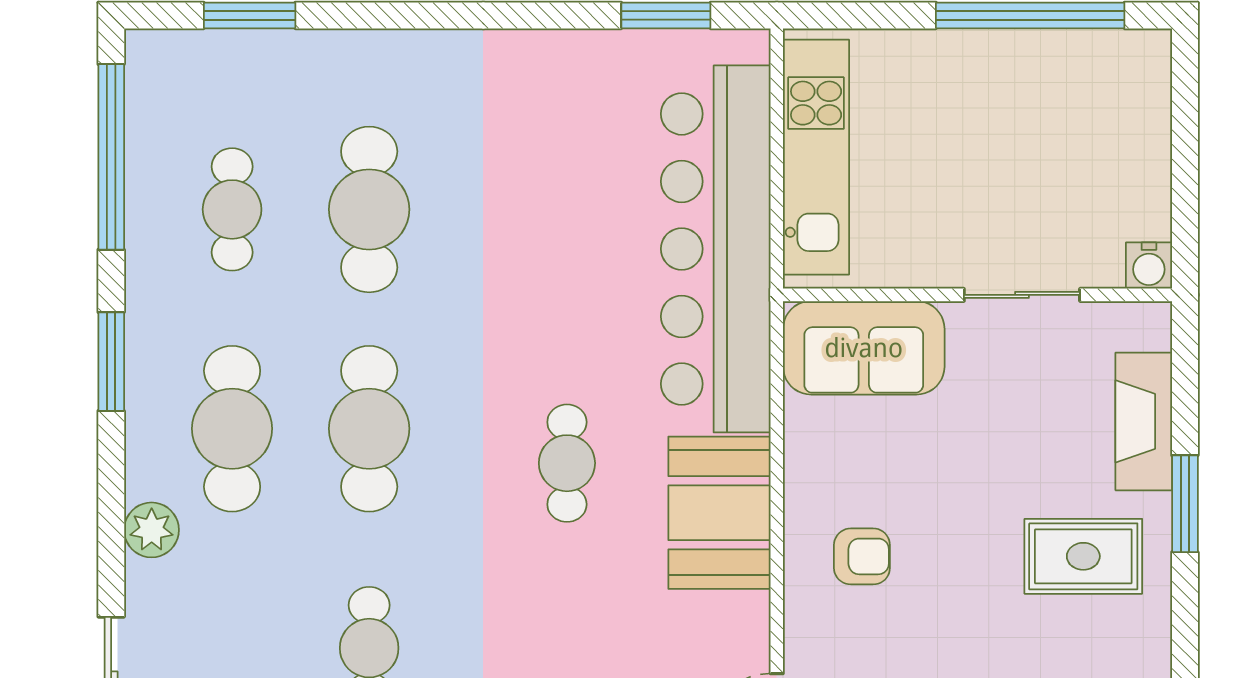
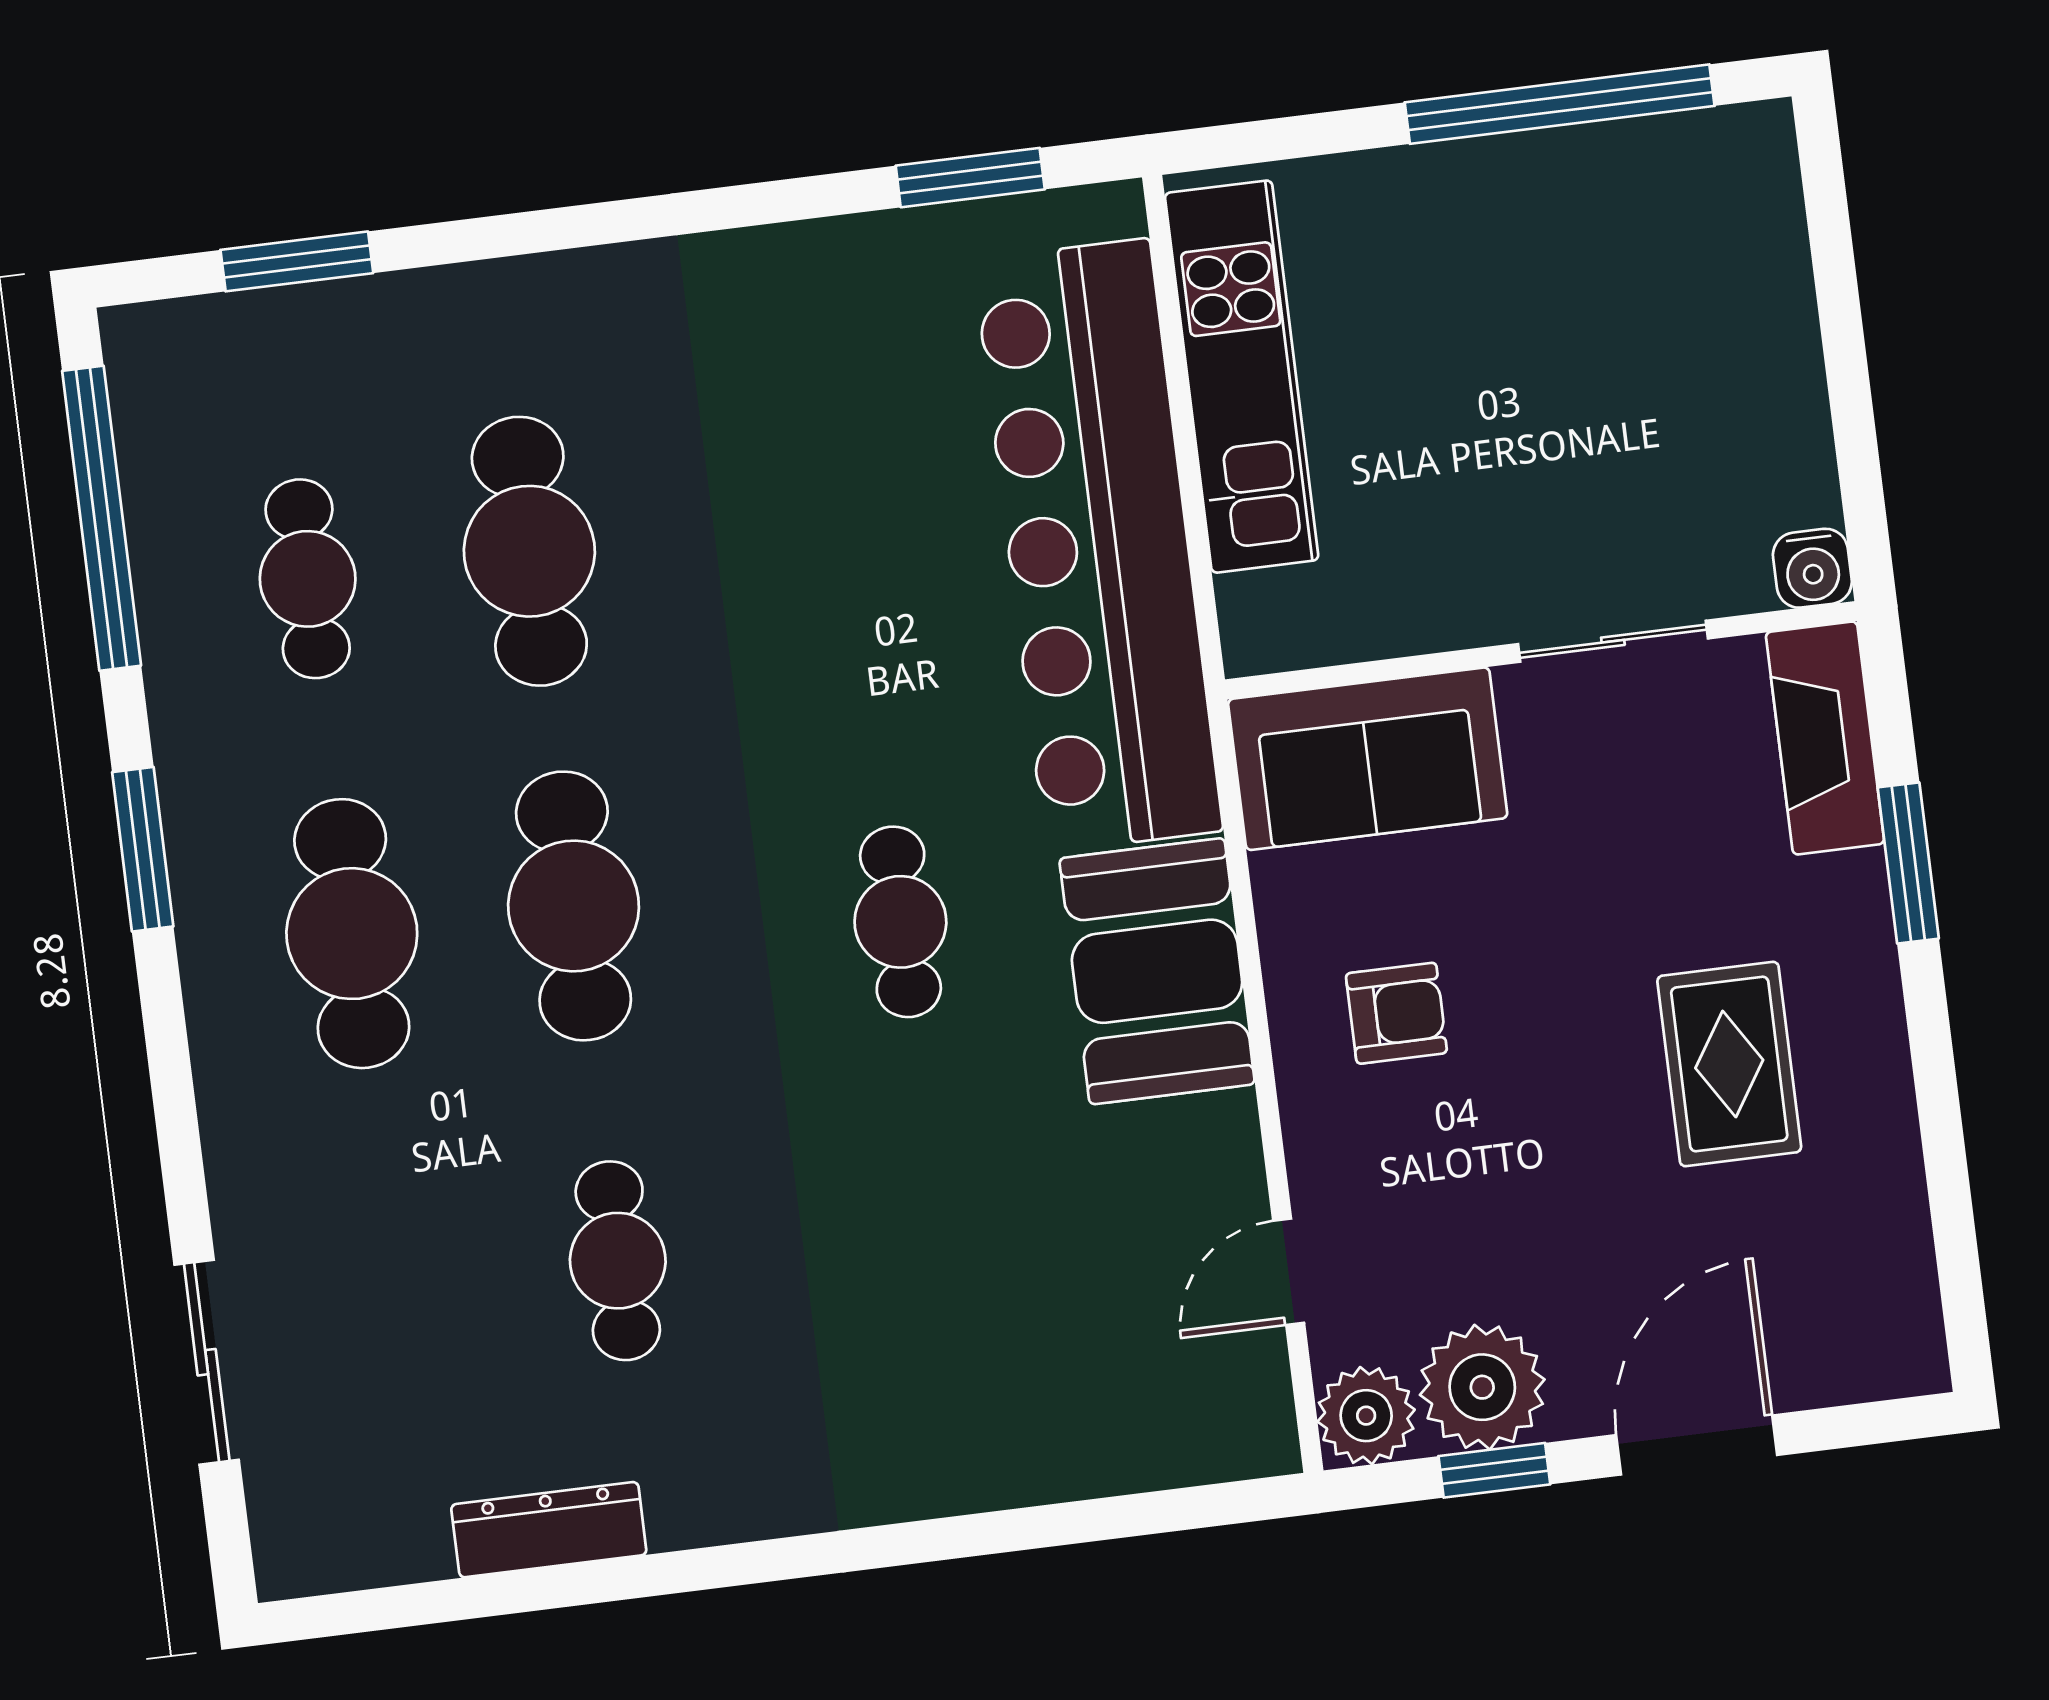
water cooler: (1149, 266) -> (1812, 568), moved
wall: (977, 295) -> (1541, 650), moved
sliding door: (1022, 295) -> (1613, 641), moved
sofa: (864, 348) -> (1368, 759), moved
plant: (152, 530) -> (242, 1114), removed
rug: (1083, 556) -> (1729, 1064), moved, turned 90

